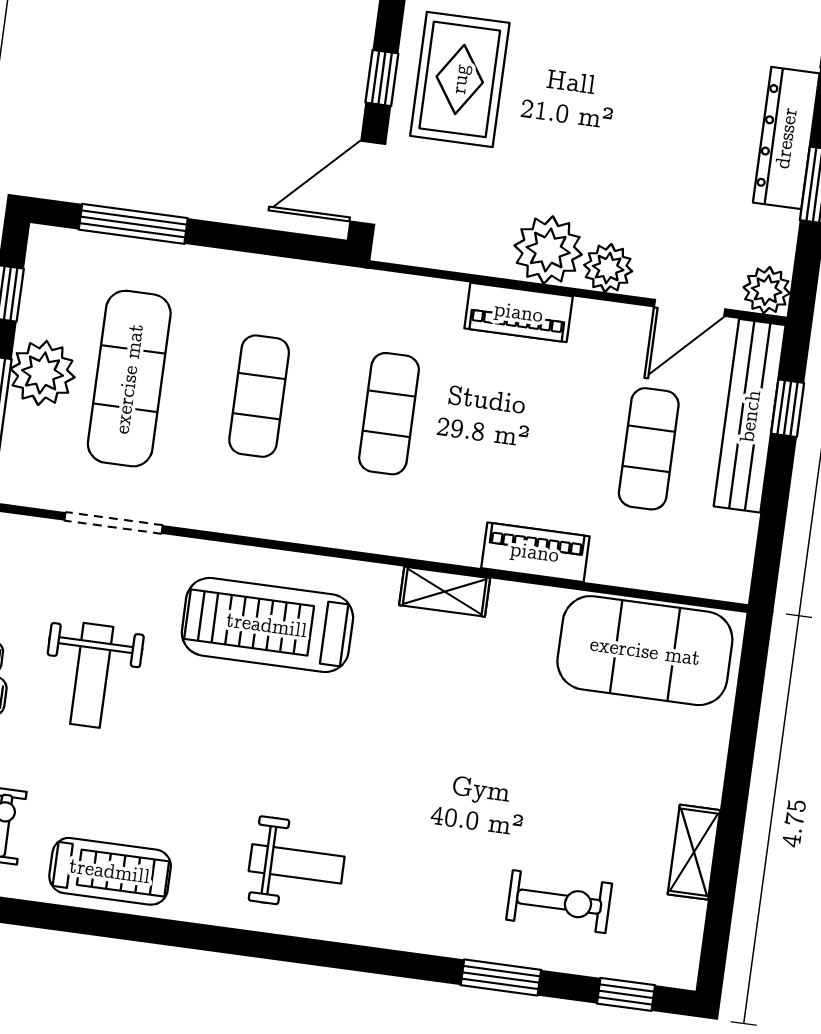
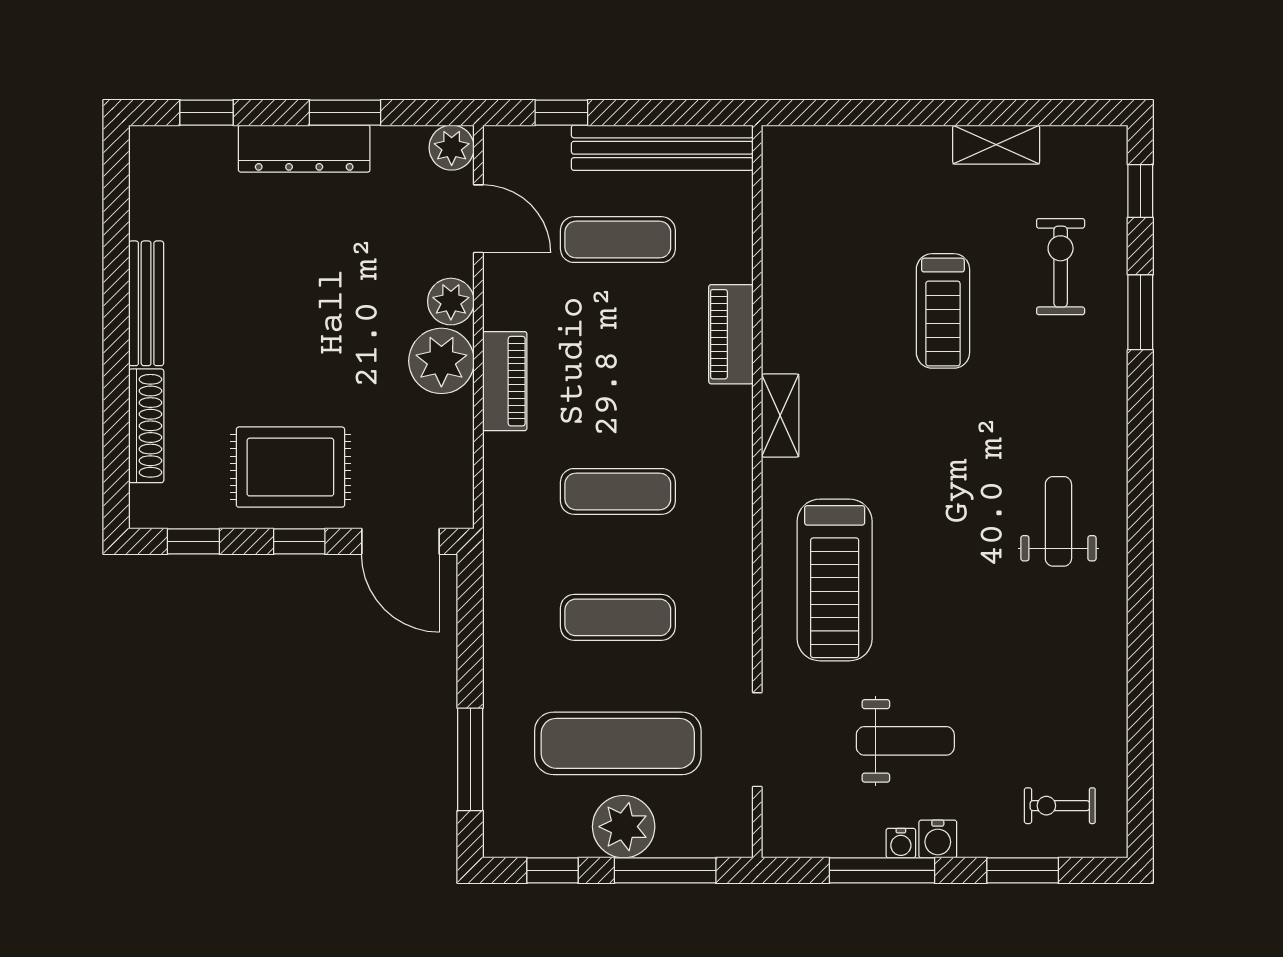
bench: (750, 416) -> (662, 148), moved
exercise mat: (645, 651) -> (810, 217), removed
treadmill: (110, 871) -> (943, 311), moved, turned 180

